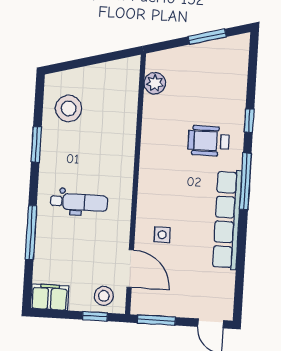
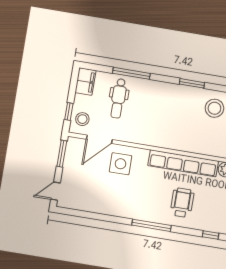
window: (249, 121) -> (211, 235), moved
dental chair: (79, 202) -> (118, 98), moved
row of seats: (227, 220) -> (183, 163), moved, turned 180
side table: (162, 235) -> (121, 164), width x1.87, depth x1.87

